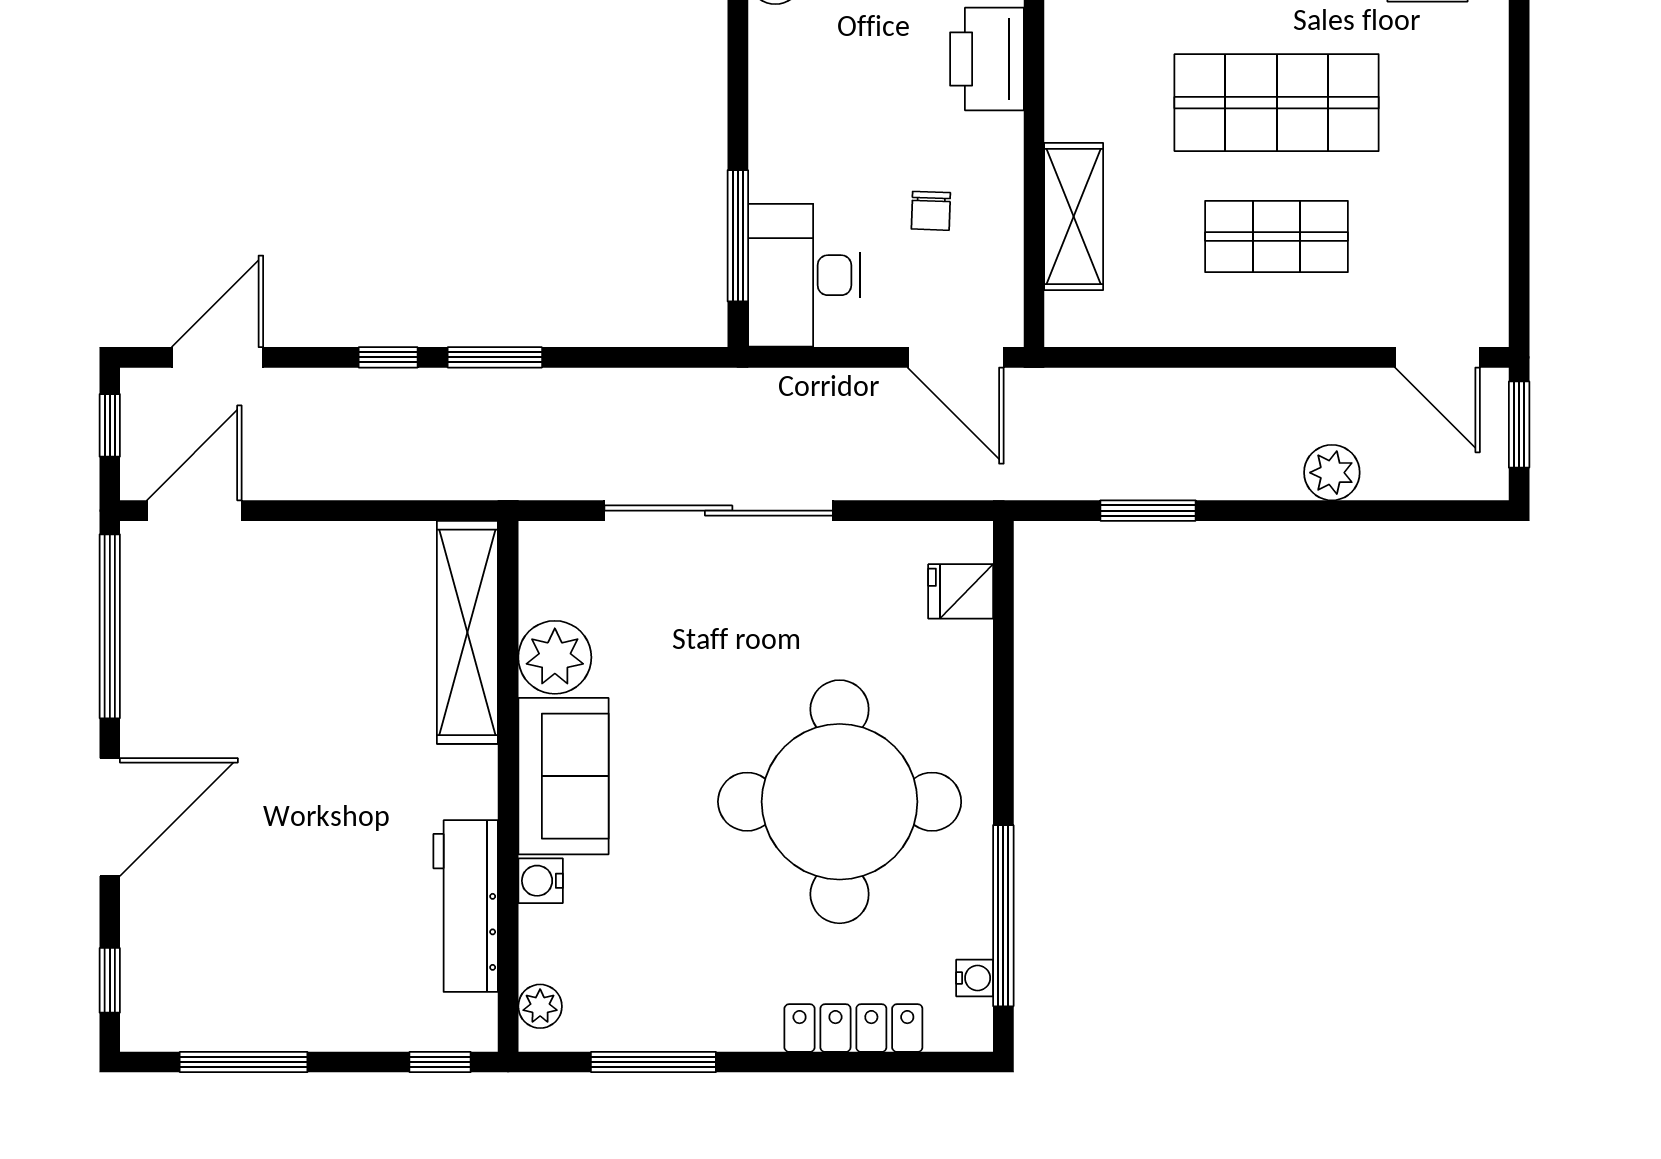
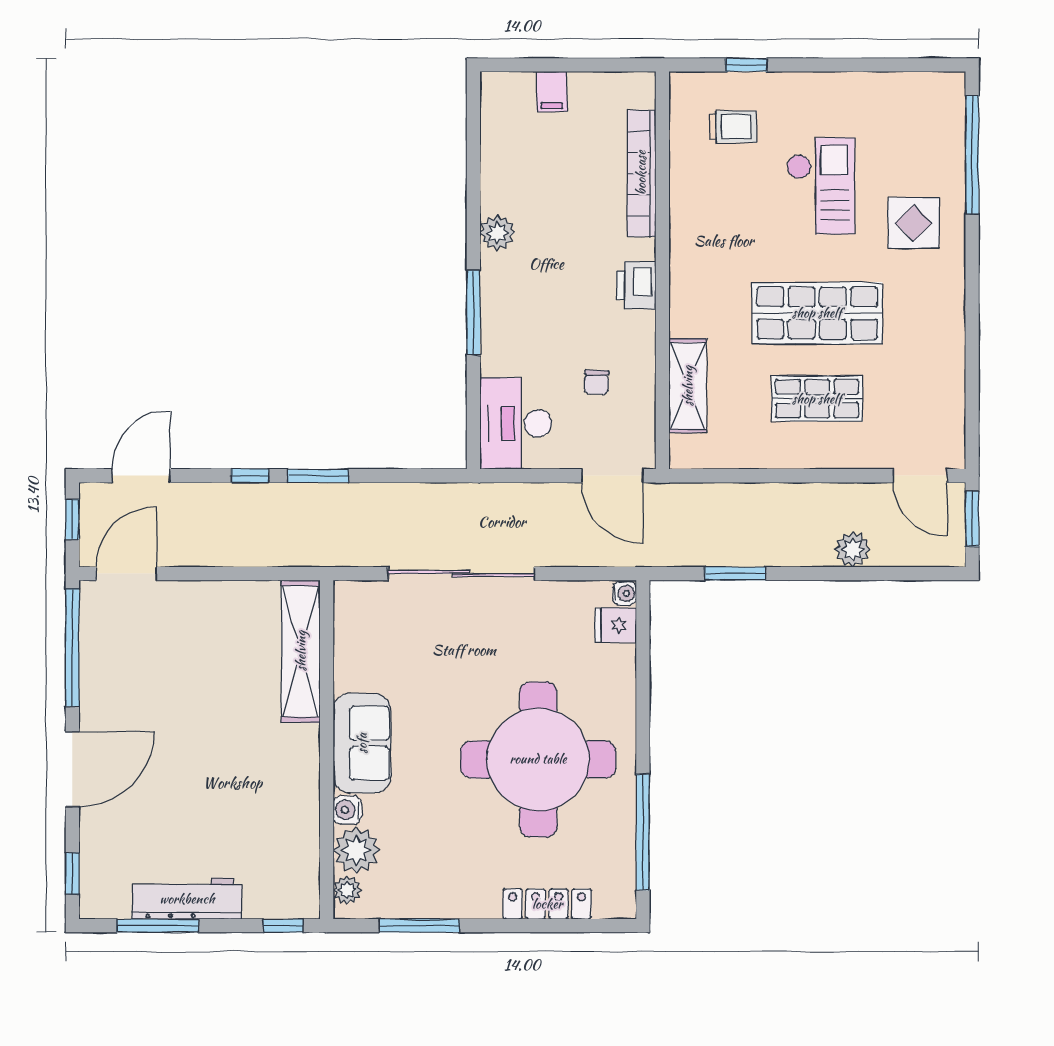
printer: (987, 59) -> (636, 285), width x0.73, depth x0.84
window: (738, 236) -> (473, 312), moved
plant: (555, 657) -> (356, 850), moved
workbench: (466, 906) -> (187, 899), moved, turned 90
water cooler: (975, 978) -> (624, 593), moved

